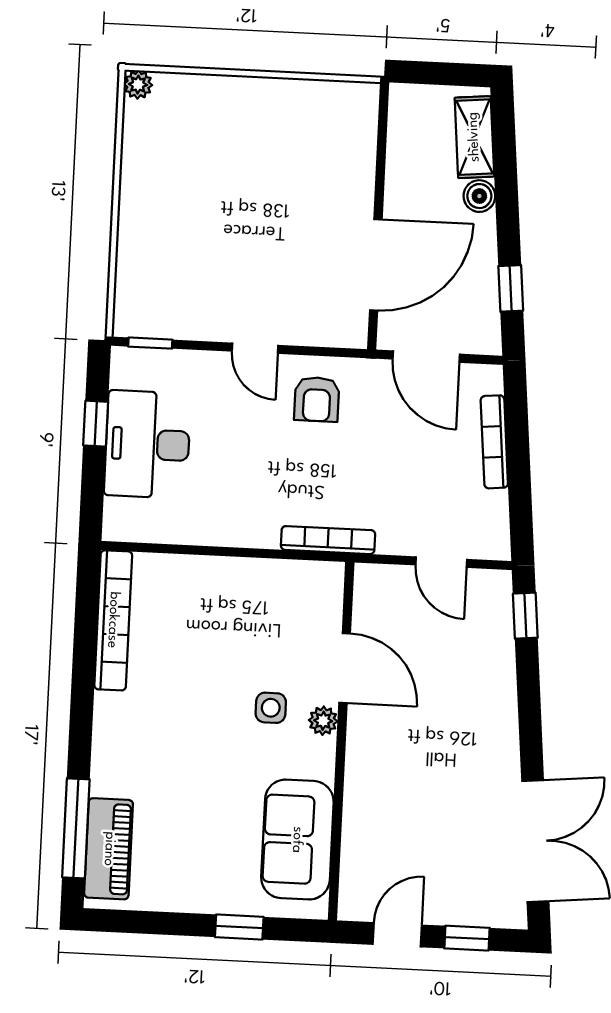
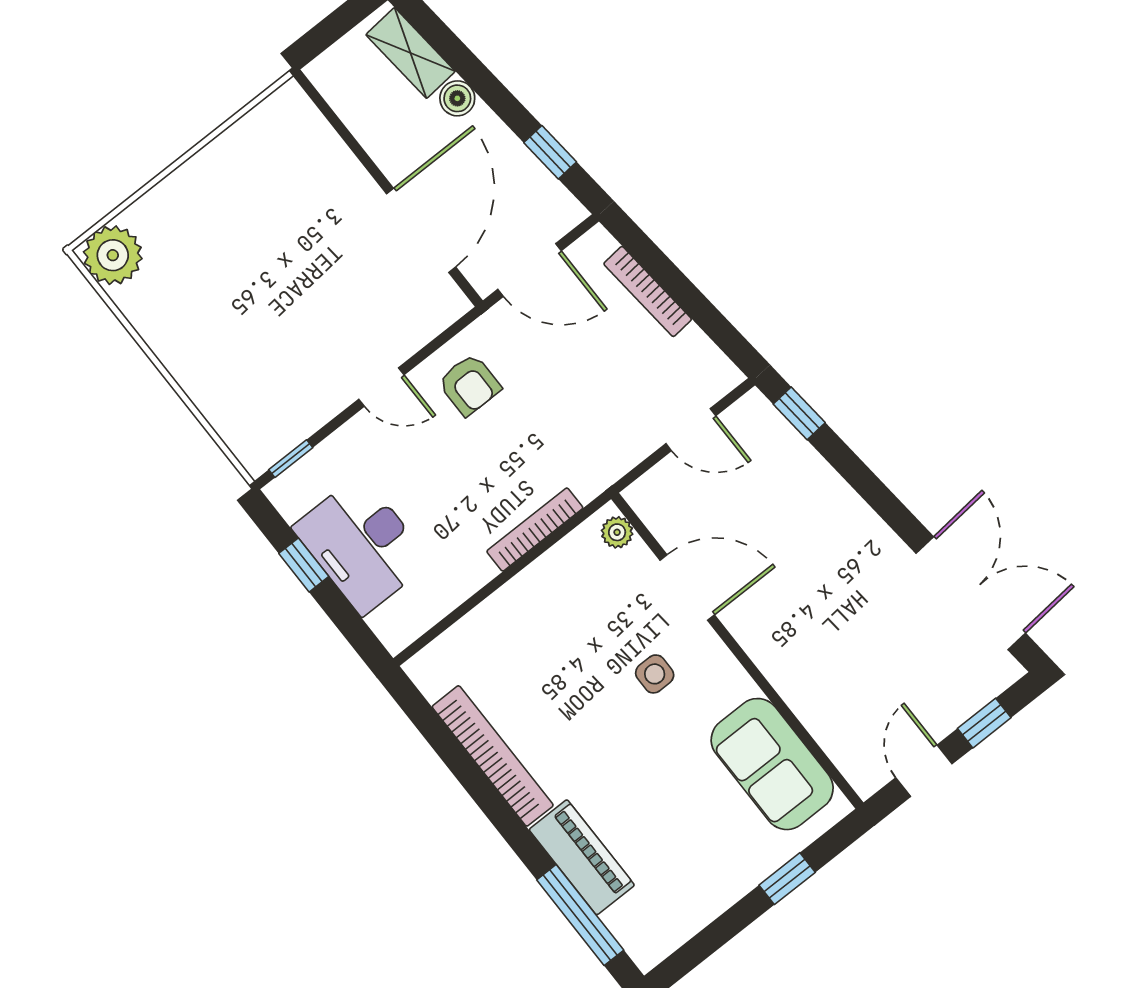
plant: (138, 85) -> (113, 255), width x1.87, depth x1.87
bookcase: (328, 540) -> (535, 530), moved
bookcase: (113, 620) -> (493, 756), moved
plant: (323, 721) -> (617, 532), moved
piano: (109, 849) -> (582, 857), moved

